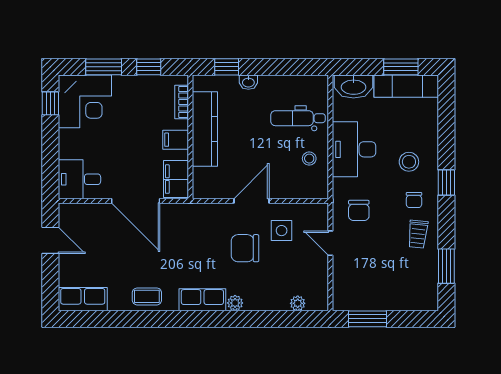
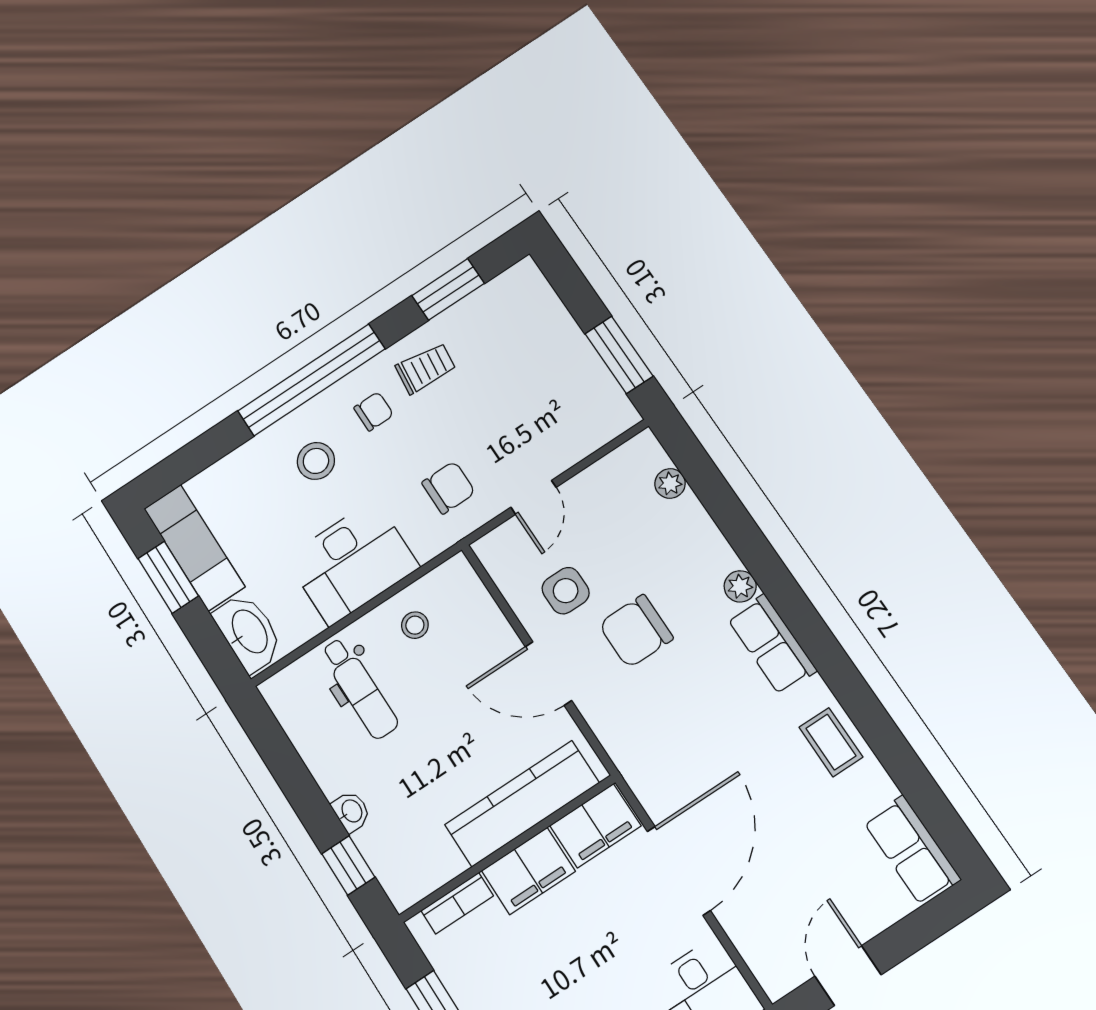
kitchen counter: (205, 129) -> (522, 804), moved
filing cabinet: (176, 140) -> (528, 871), width x2.00
window: (446, 182) -> (311, 380), width x3.17
chair: (245, 248) -> (636, 631), turned 90

